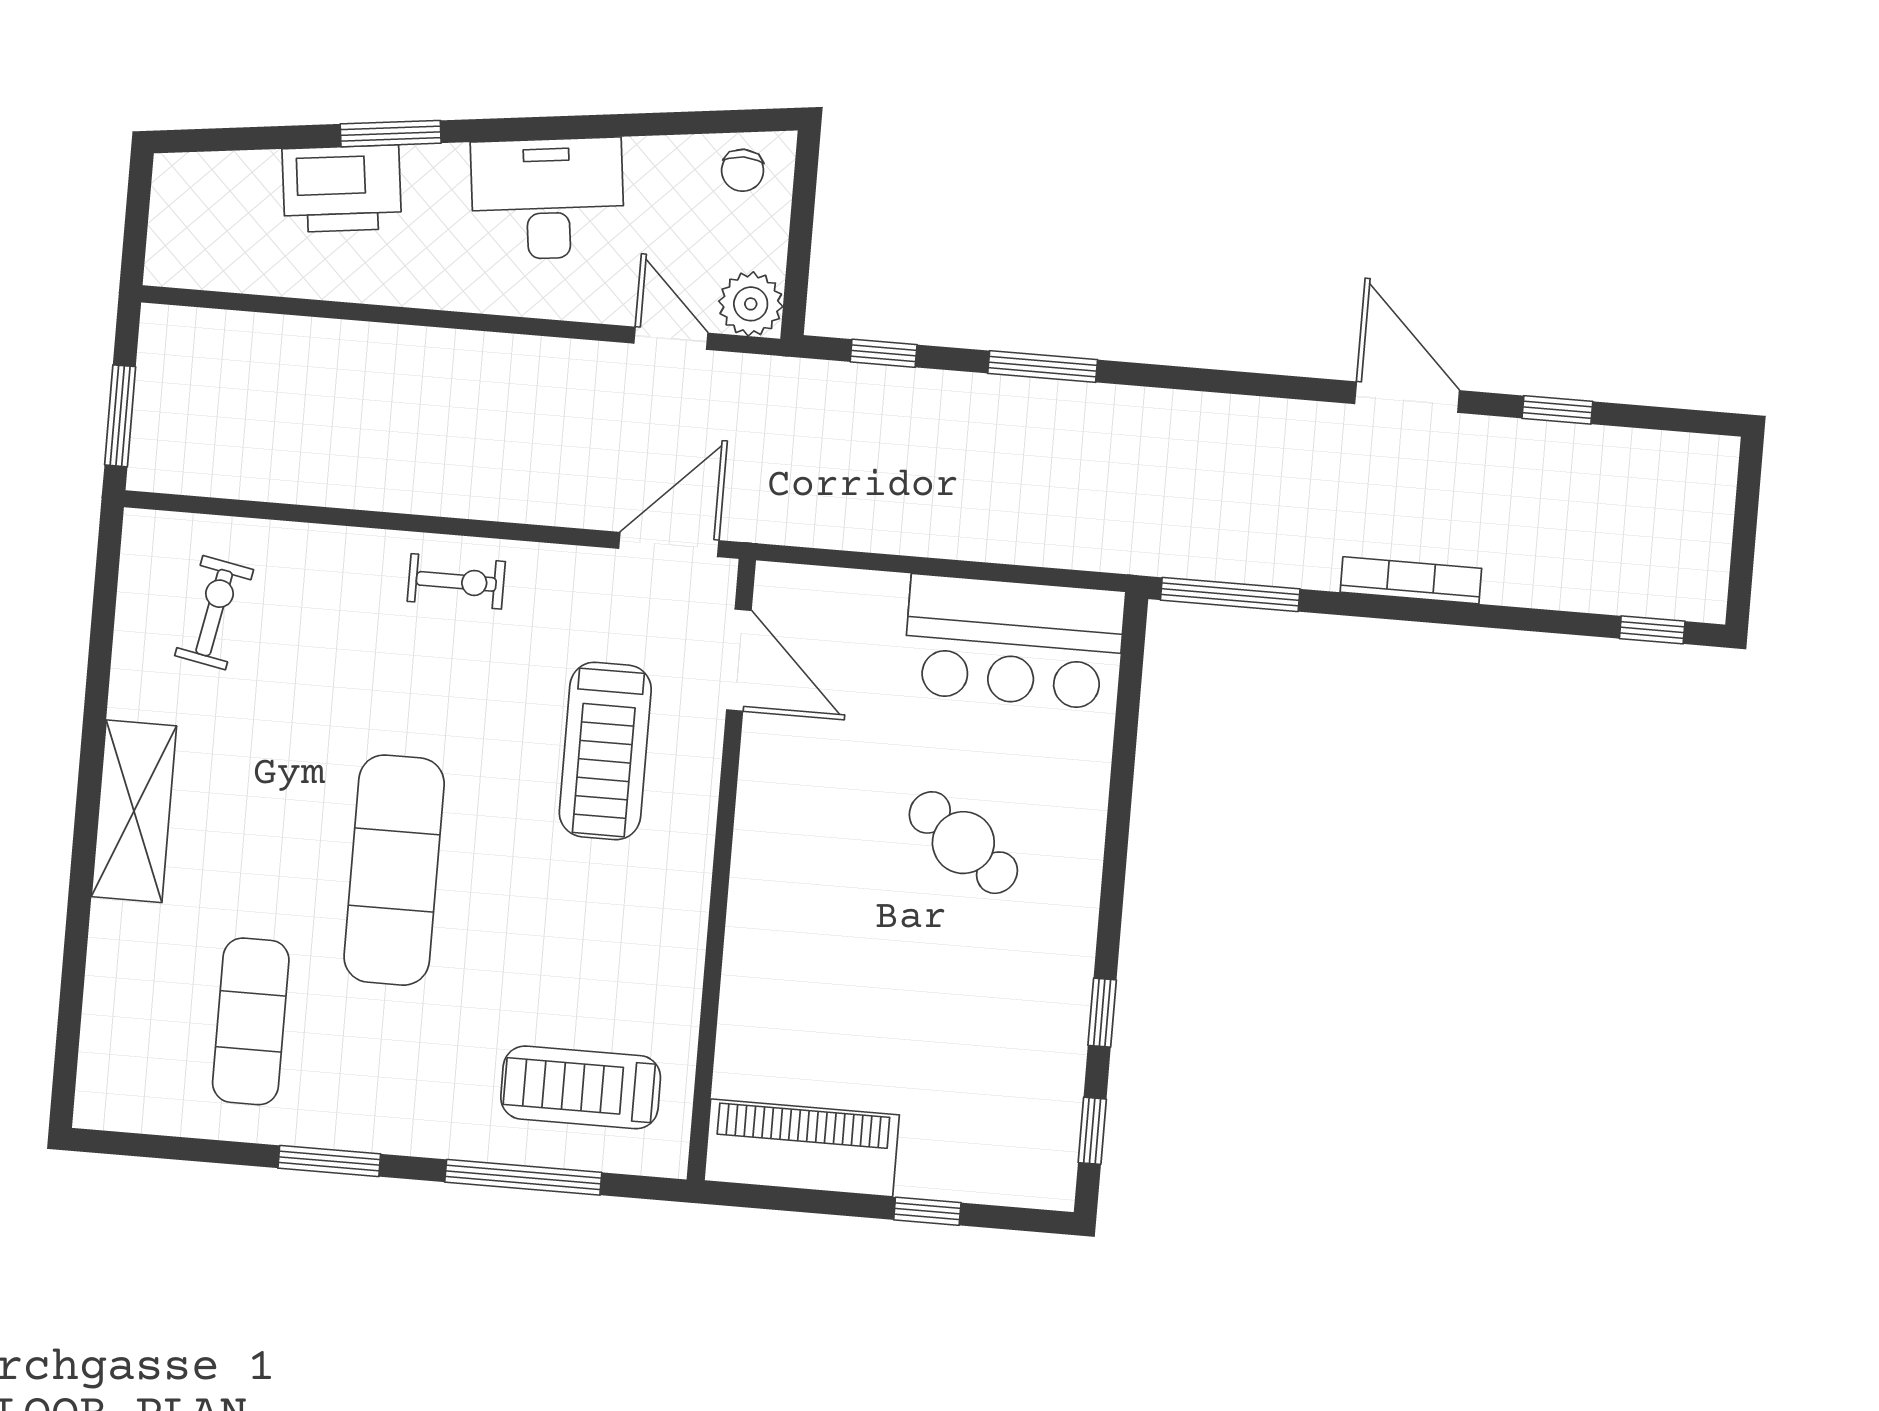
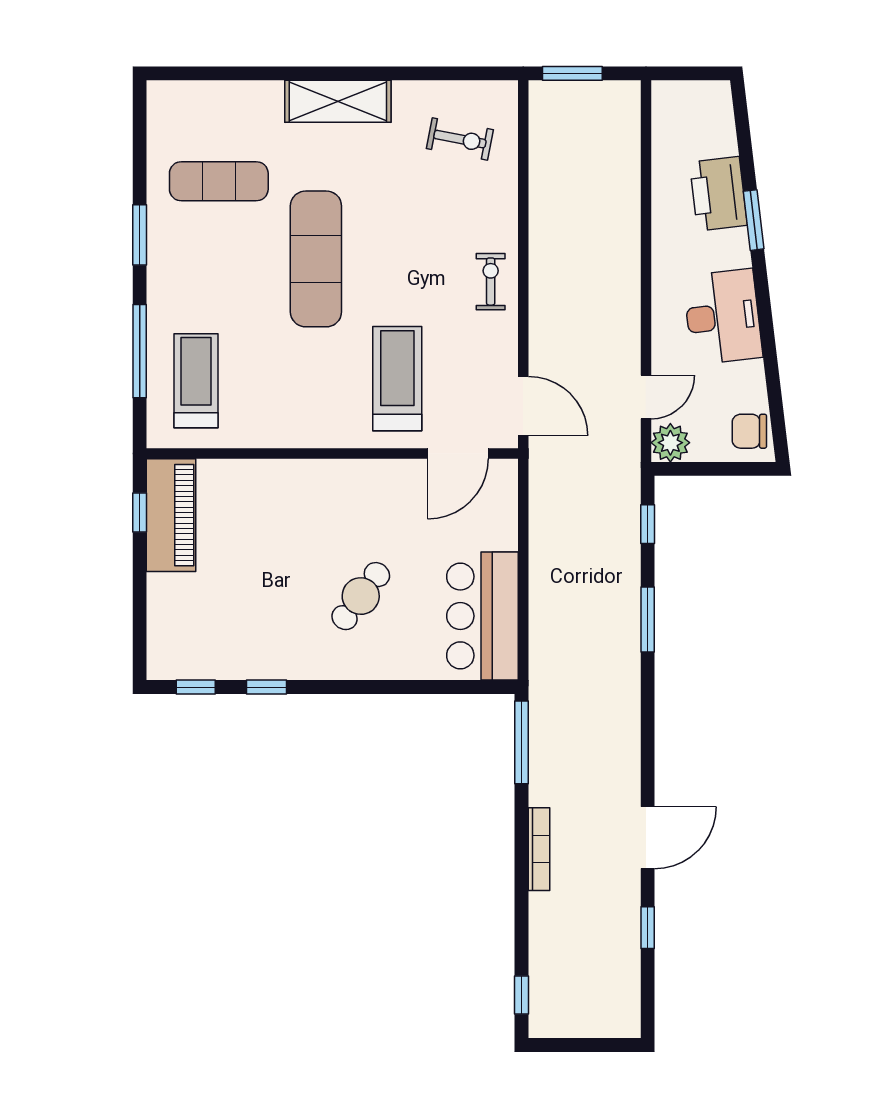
chair: (743, 170) -> (749, 431), width x1.37, depth x1.37
exercise bike: (456, 581) -> (491, 282), turned 180
treadmill: (605, 751) -> (397, 379), turned 90
exercise mat: (394, 870) -> (316, 259), turned 90
window: (927, 1211) -> (140, 513), moved

